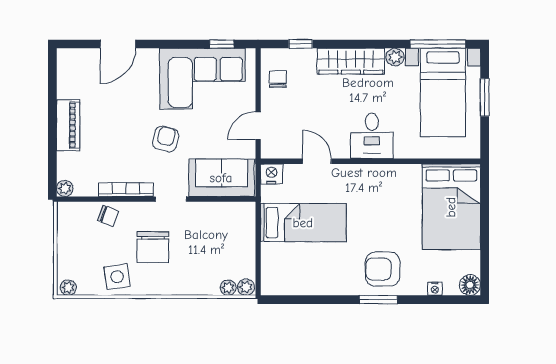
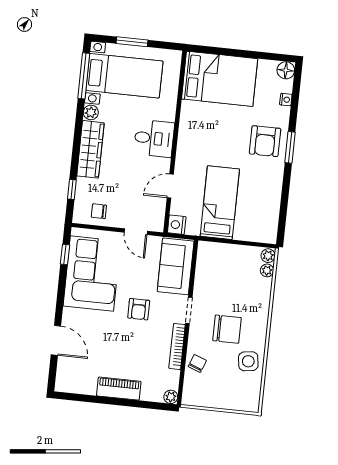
armchair: (166, 139) -> (139, 309), turned -105
plant: (68, 288) -> (253, 403), removed

